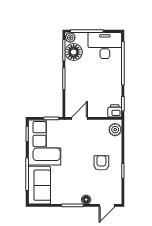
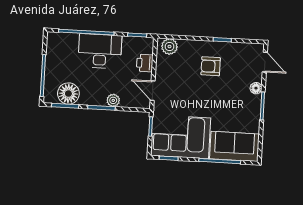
plant: (70, 37) -> (113, 100), moved
desk: (105, 46) -> (100, 51), moved, turned 90
printer: (115, 111) -> (145, 63), moved

